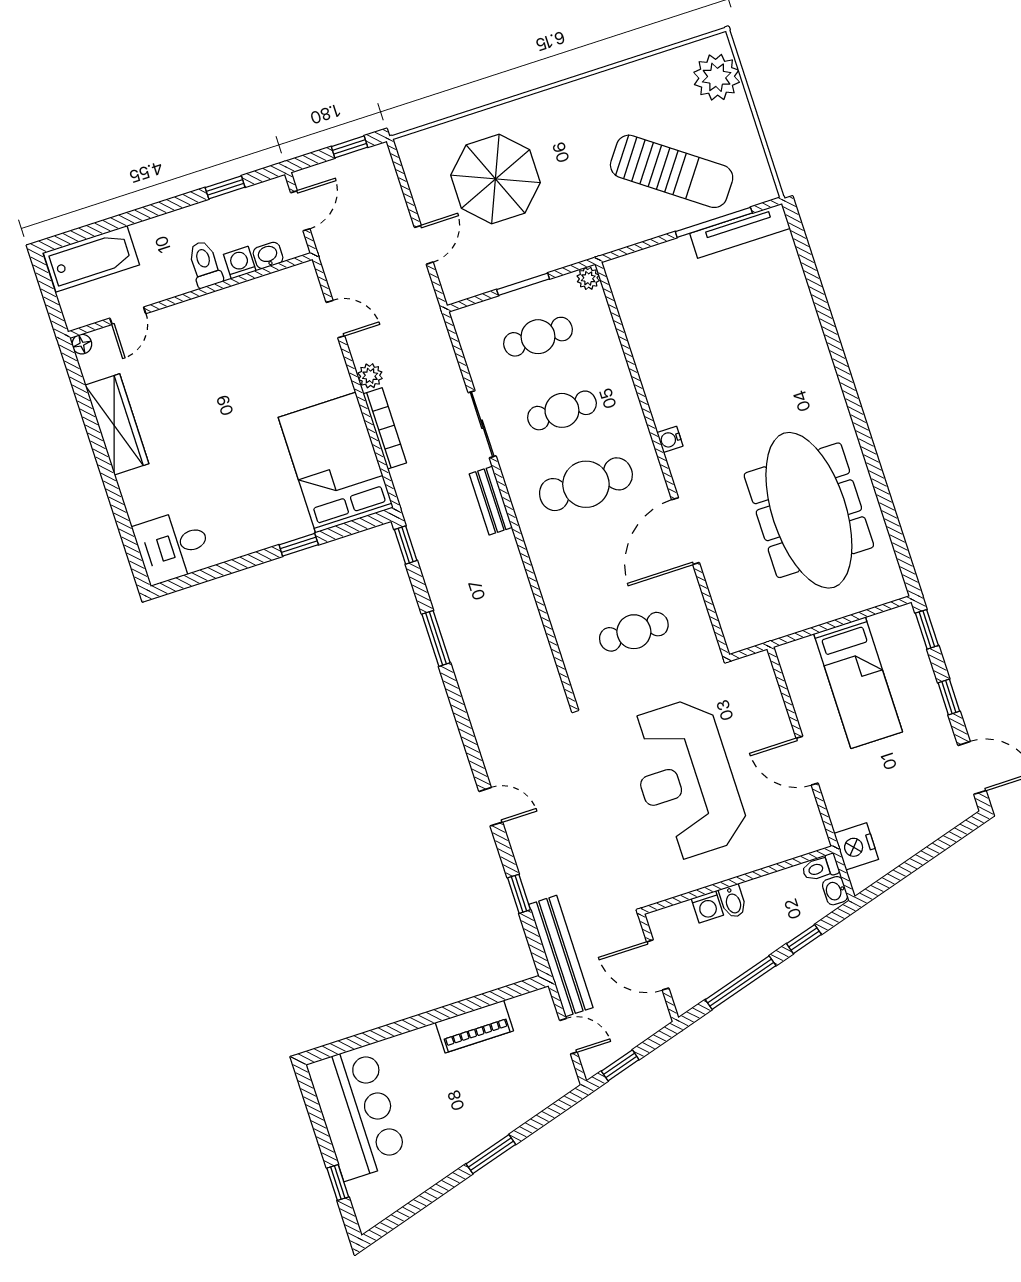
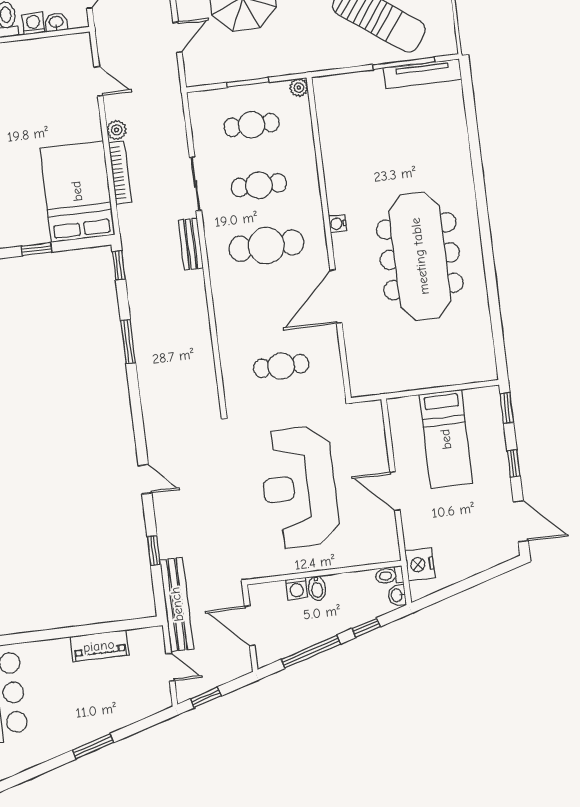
meeting table: (809, 510) -> (420, 256), moved

